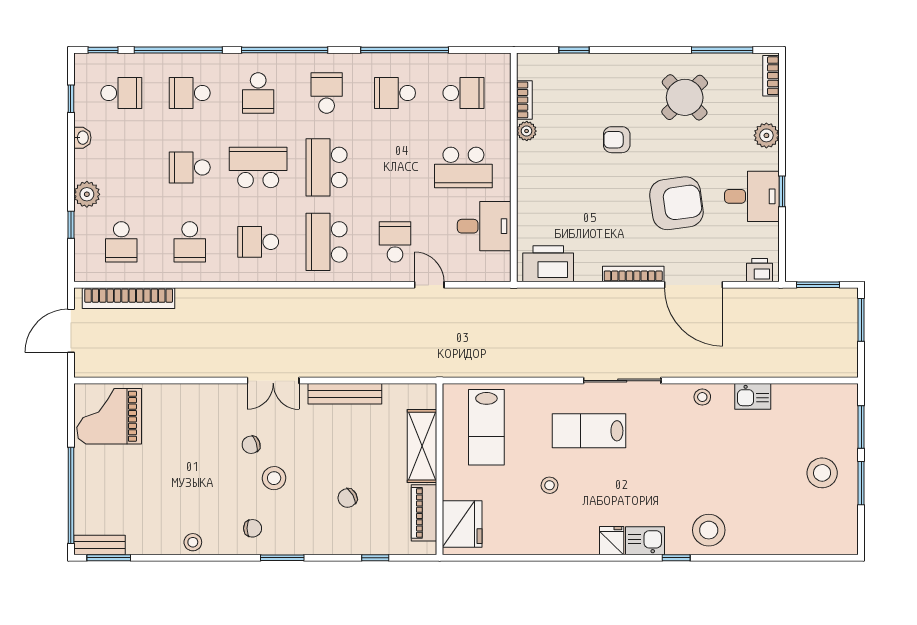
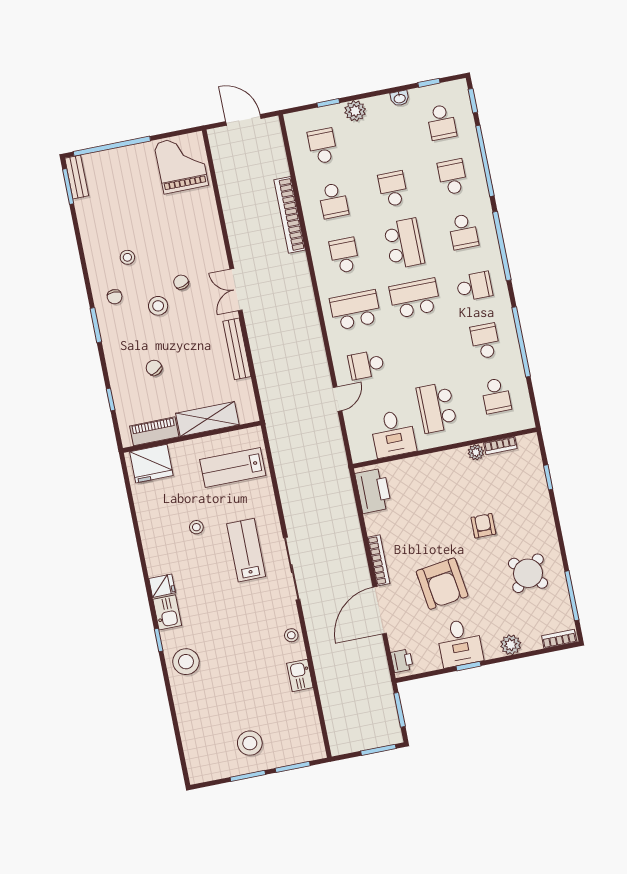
school desk: (258, 93) -> (463, 232), turned -90
school desk: (121, 242) -> (323, 146), turned 90
school desk: (190, 242) -> (333, 201), turned -90
school desk: (395, 242) -> (366, 365), turned 180
bookcase: (129, 298) -> (290, 215), moved
stool: (193, 542) -> (127, 257), moved

